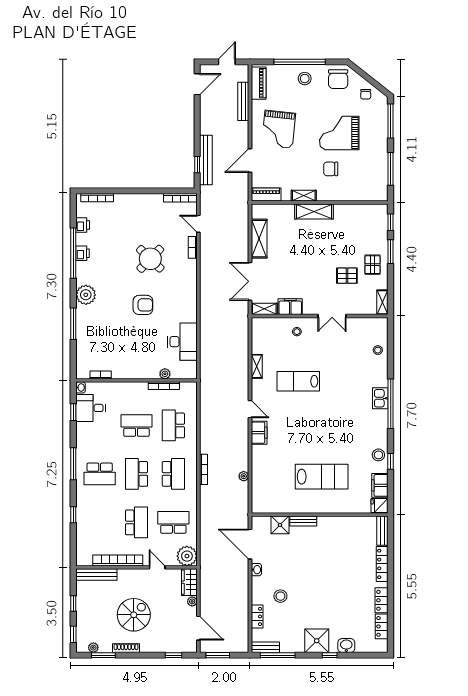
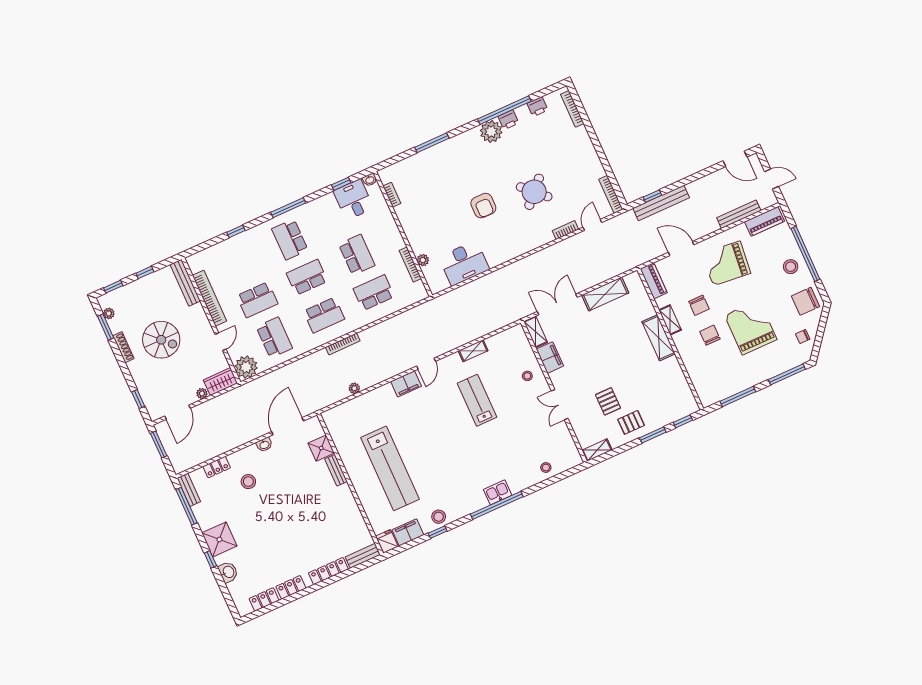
chair: (302, 167) -> (699, 305), added
plant: (86, 295) -> (491, 131), moved
lab bench: (322, 477) -> (390, 468), width x1.36

